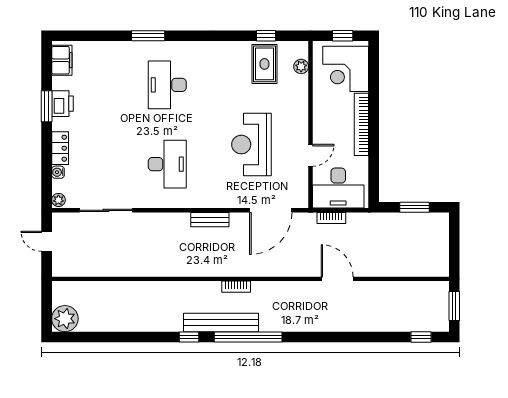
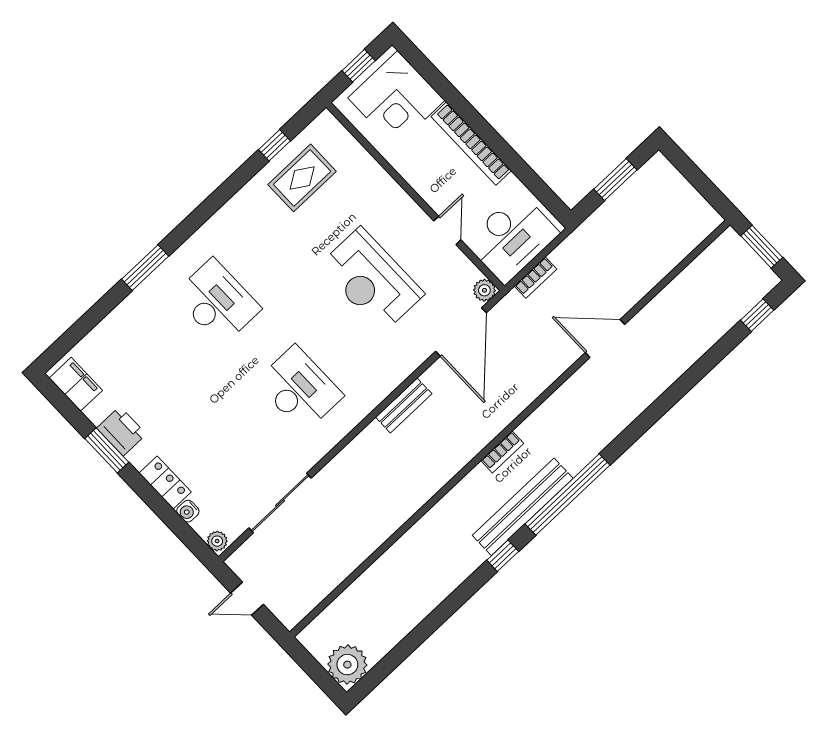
rug: (264, 64) -> (302, 178), turned 90
plant: (301, 66) -> (484, 290), moved
desk: (167, 85) -> (217, 302), turned 180

